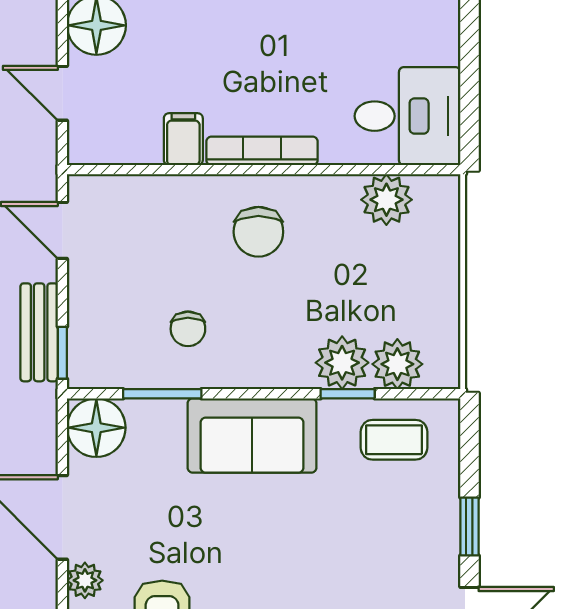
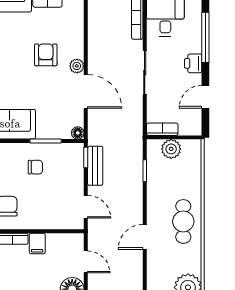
chair: (188, 329) -> (35, 167), turned 90
floor lamp: (96, 428) -> (78, 133), width x0.53, depth x0.53

